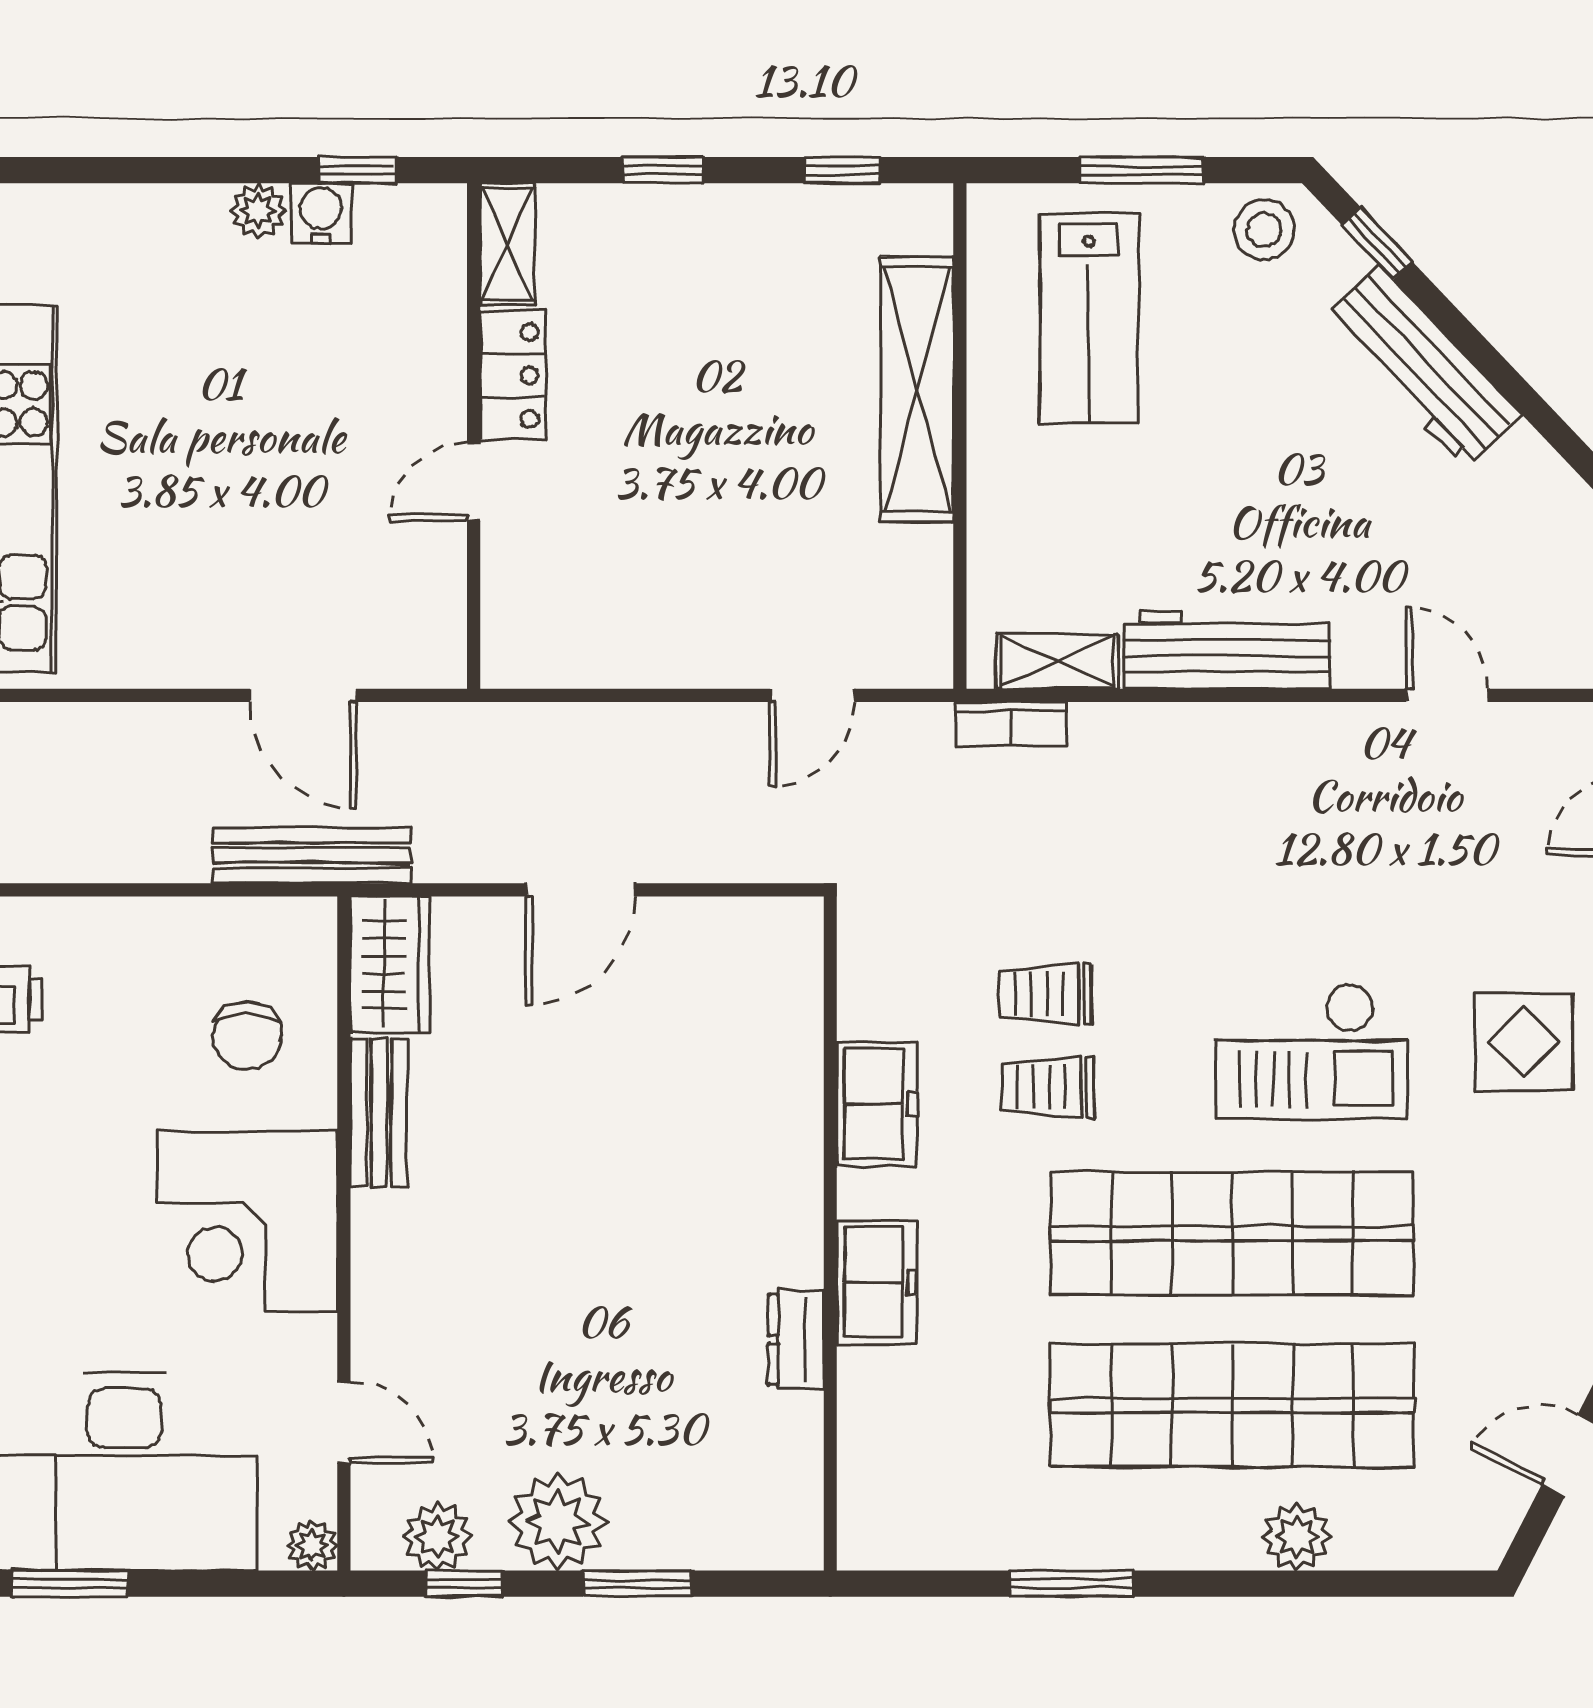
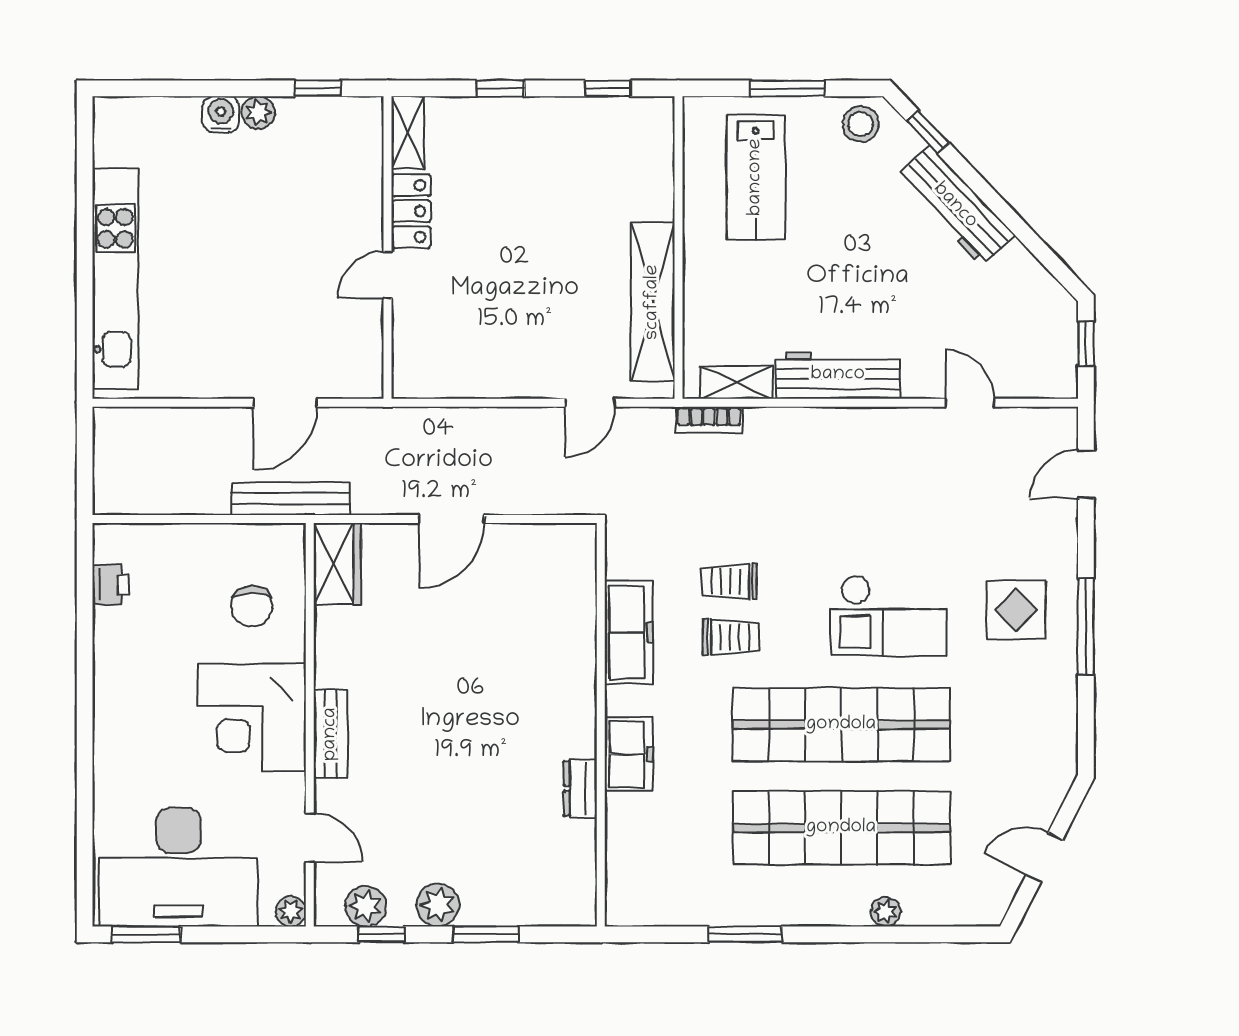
water cooler: (321, 213) -> (221, 114), moved
shelving: (917, 389) -> (653, 302), moved
door: (303, 695) -> (285, 403), hinge flipped
trolley: (1048, 1087) -> (731, 637), turned 180
freezer: (877, 1104) -> (629, 632), width x1.40
bench: (379, 1113) -> (331, 734), moved
plant: (558, 1522) -> (438, 905), width x0.73, depth x0.73
plant: (1297, 1537) -> (886, 912), width x0.73, depth x0.73

